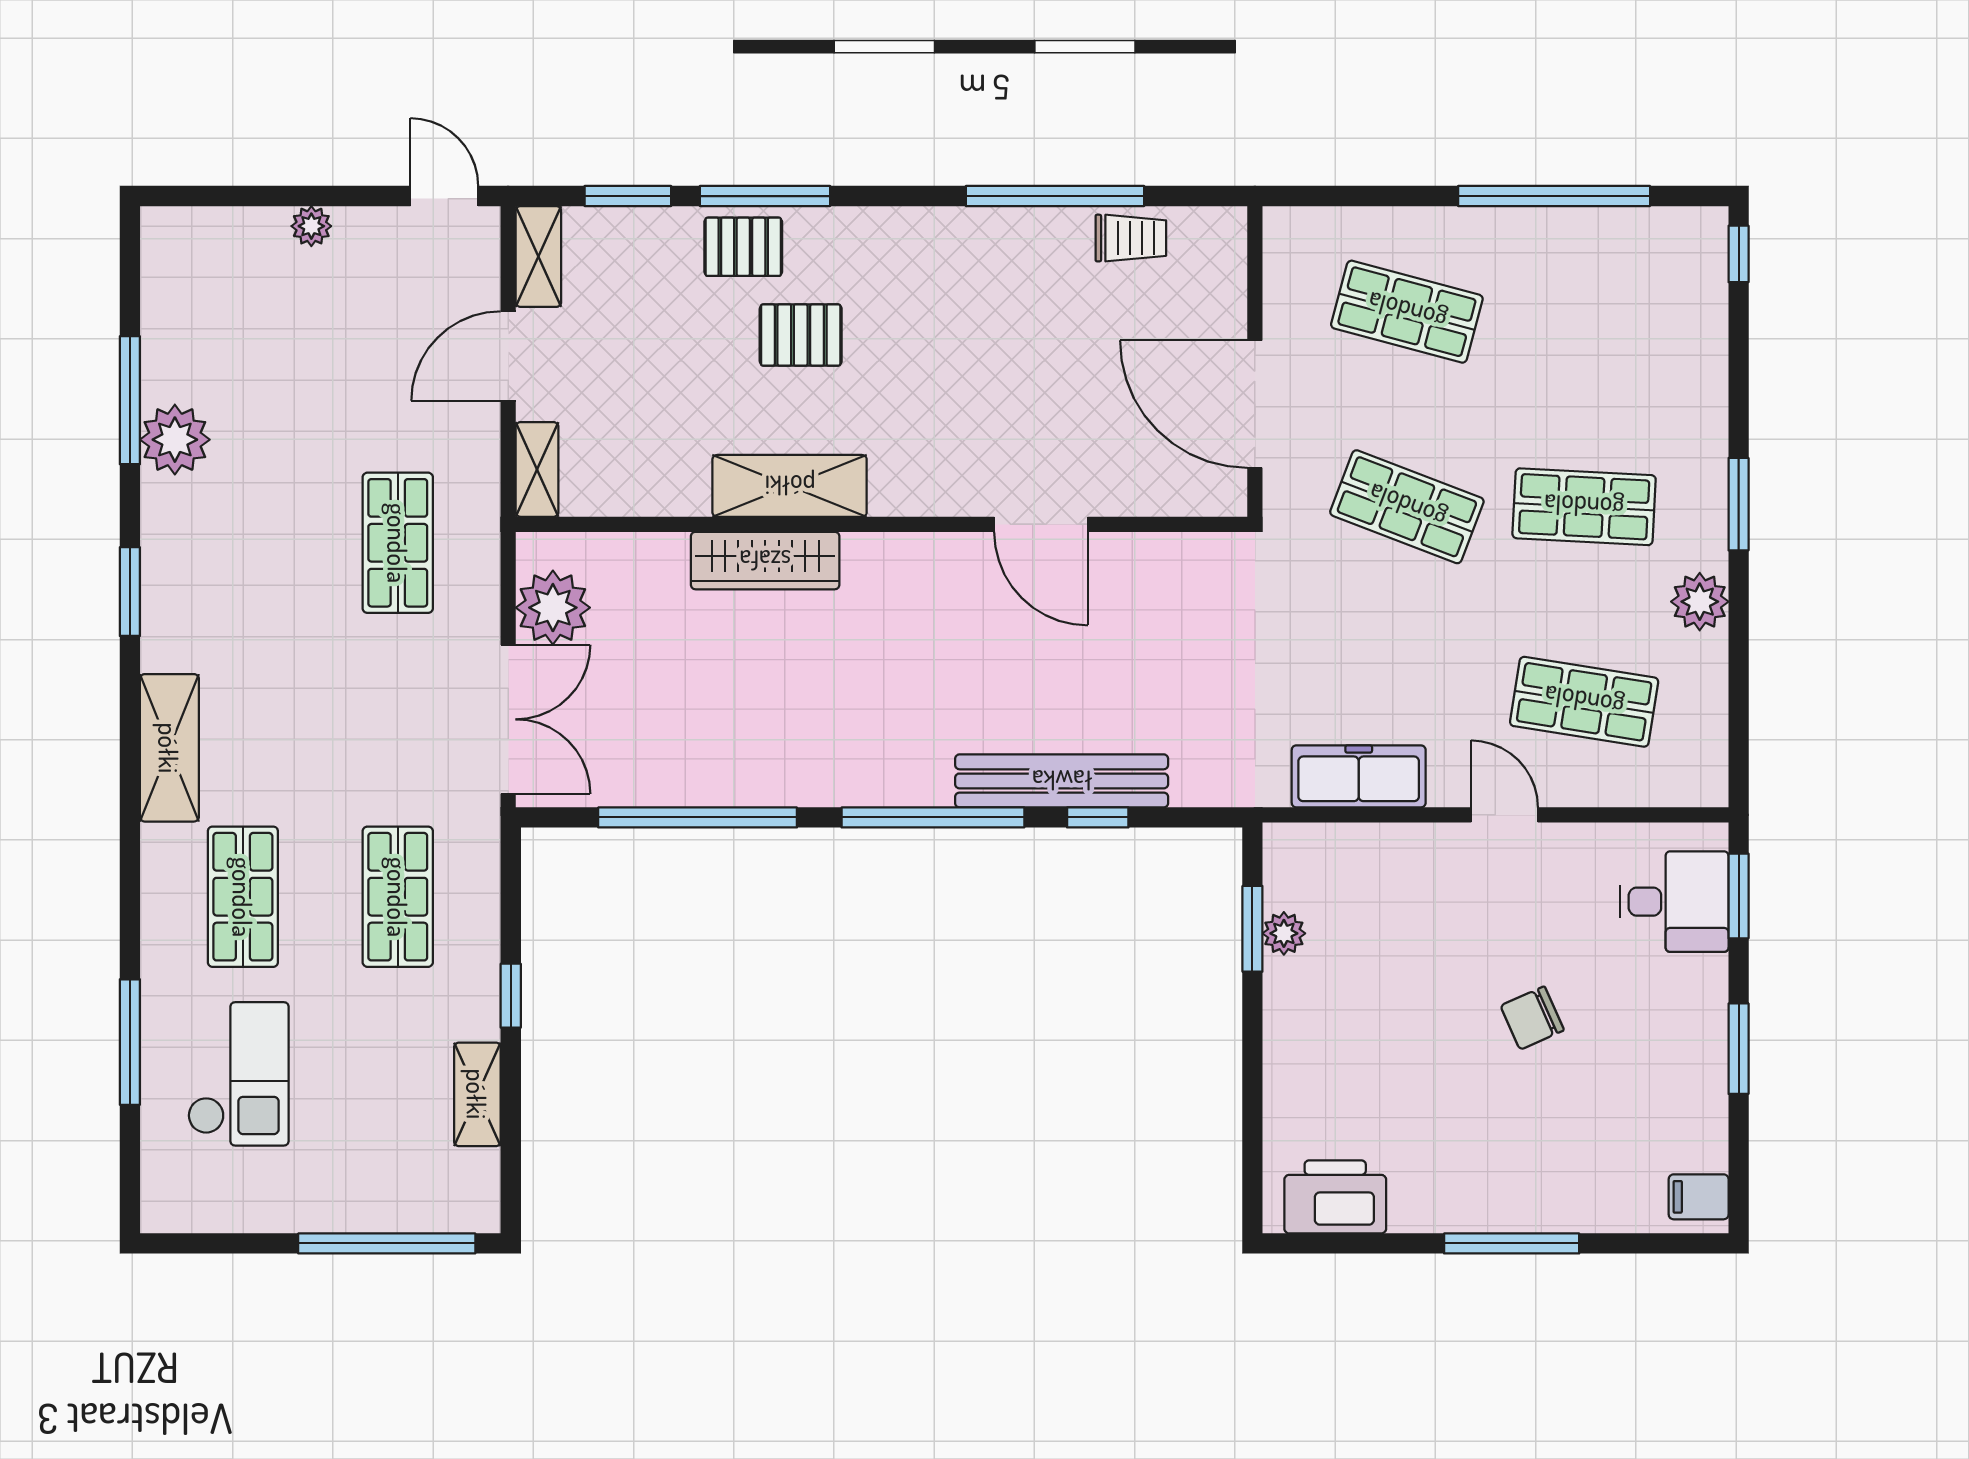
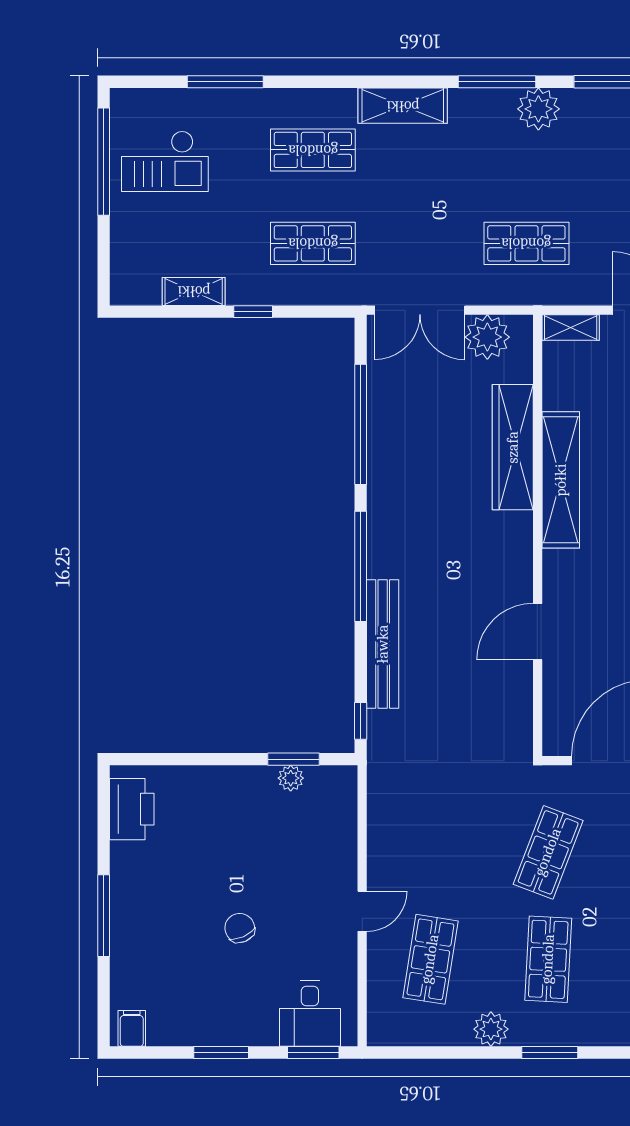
plant: (175, 440) -> (538, 109), moved
shelving: (790, 486) -> (561, 480), width x1.47
wardrobe: (765, 561) -> (513, 447), width x1.40, depth x1.17
window: (130, 592) -> (497, 82), width x1.44
freezer: (1359, 776) -> (385, 823), removed
window: (1098, 817) -> (361, 721), moved
checkout: (238, 1074) -> (165, 161), moved
window: (387, 1243) -> (104, 162), moved

